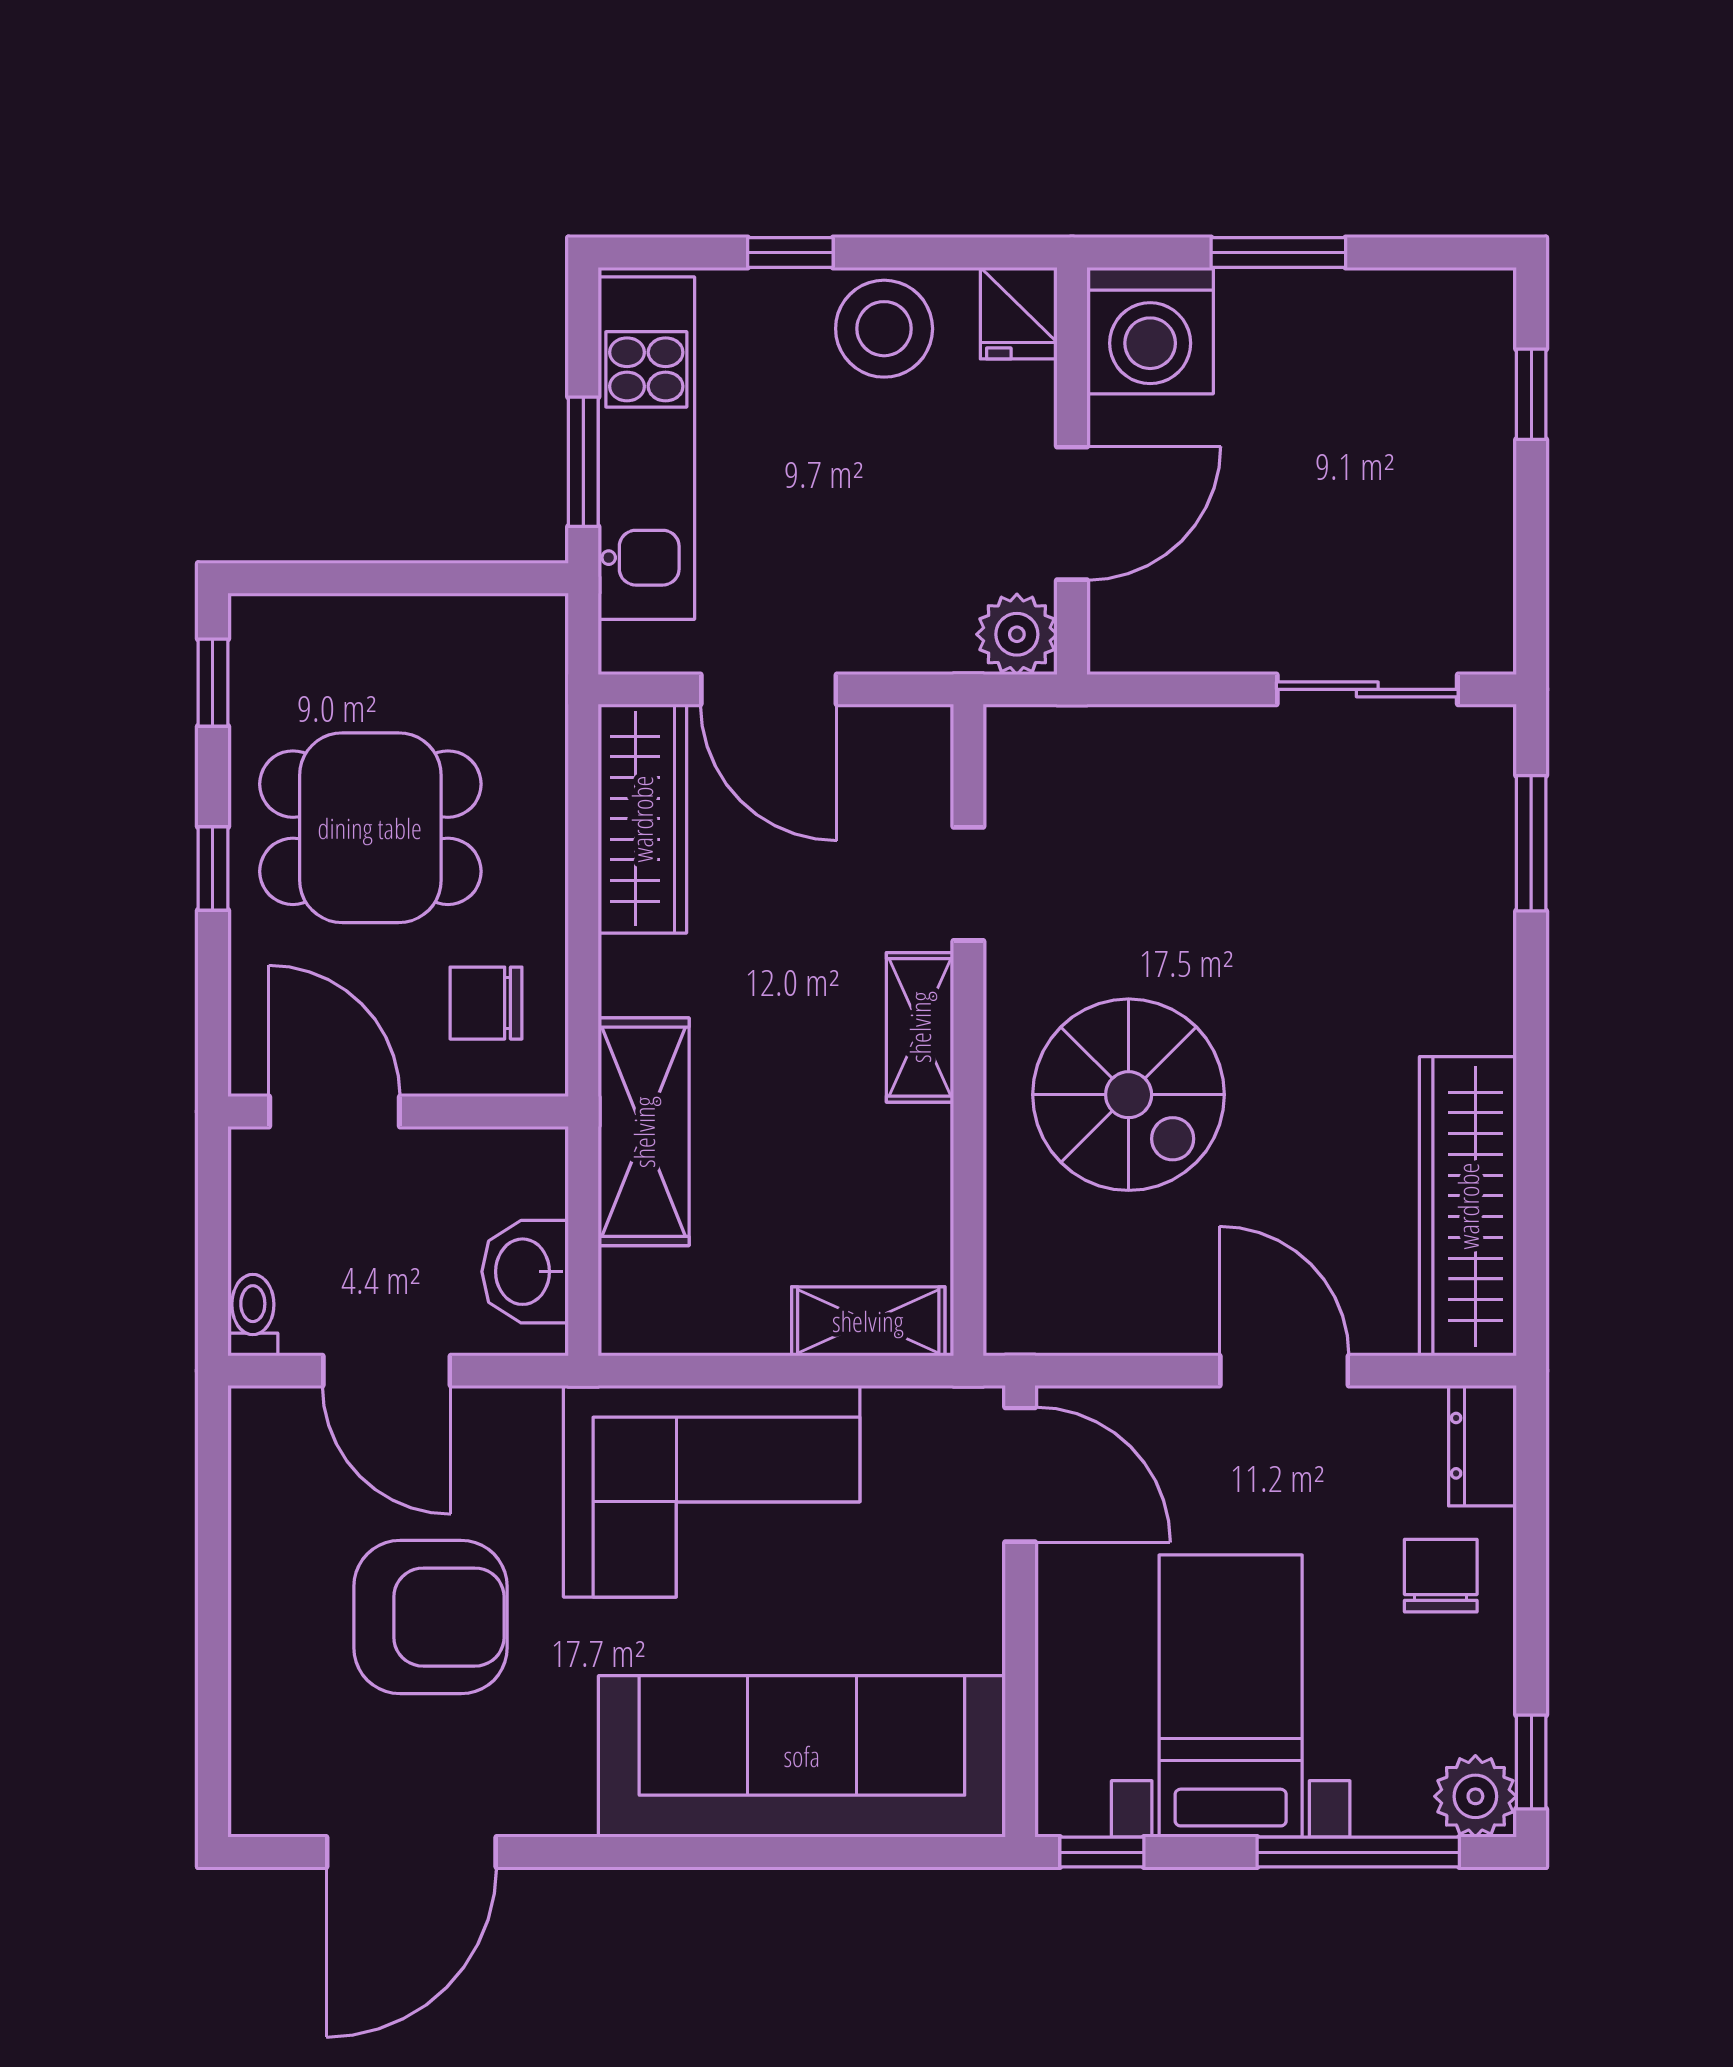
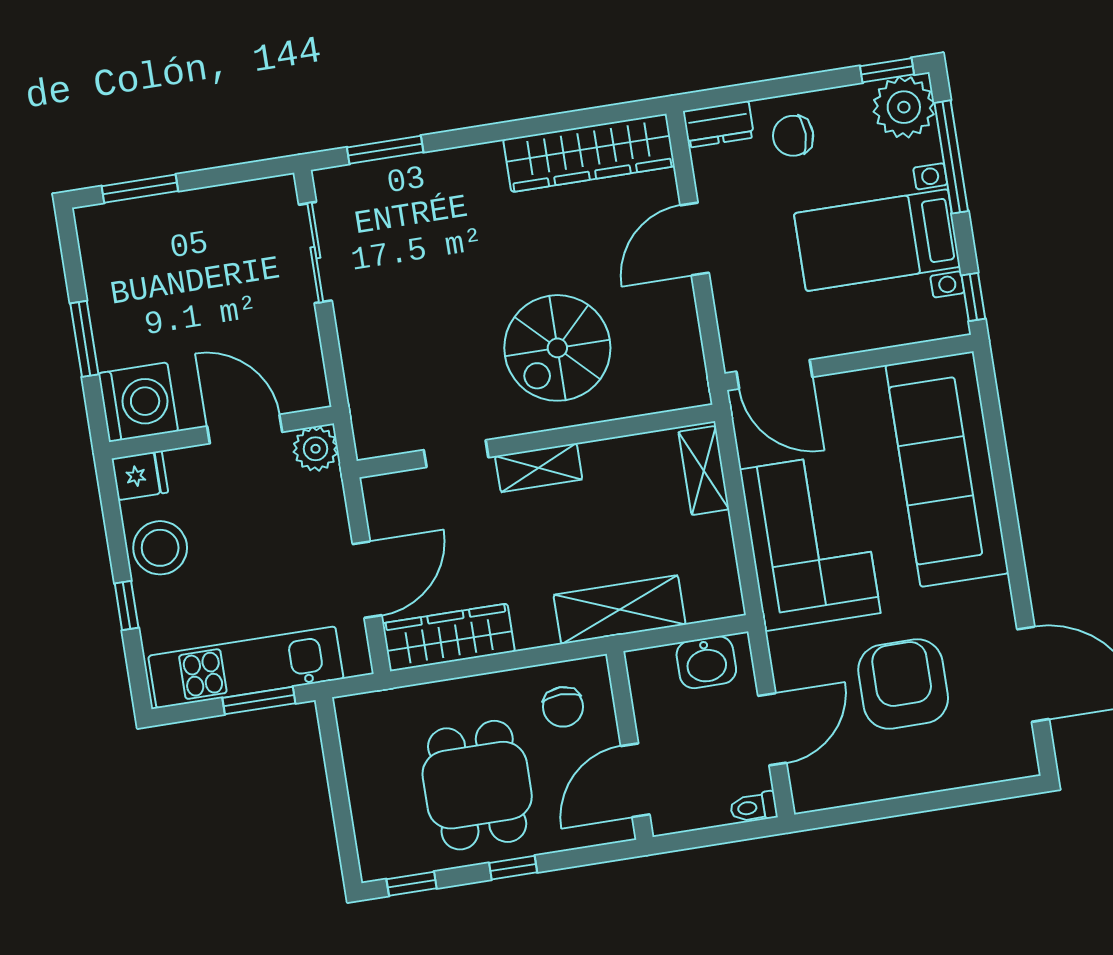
window: (1531, 394) -> (140, 189), width x1.50
spiral stairs: (1129, 1095) -> (557, 348), turned 180
door: (1020, 1475) -> (774, 374), swing flipped
plant: (1475, 1796) -> (904, 107), width x1.36, depth x1.36

